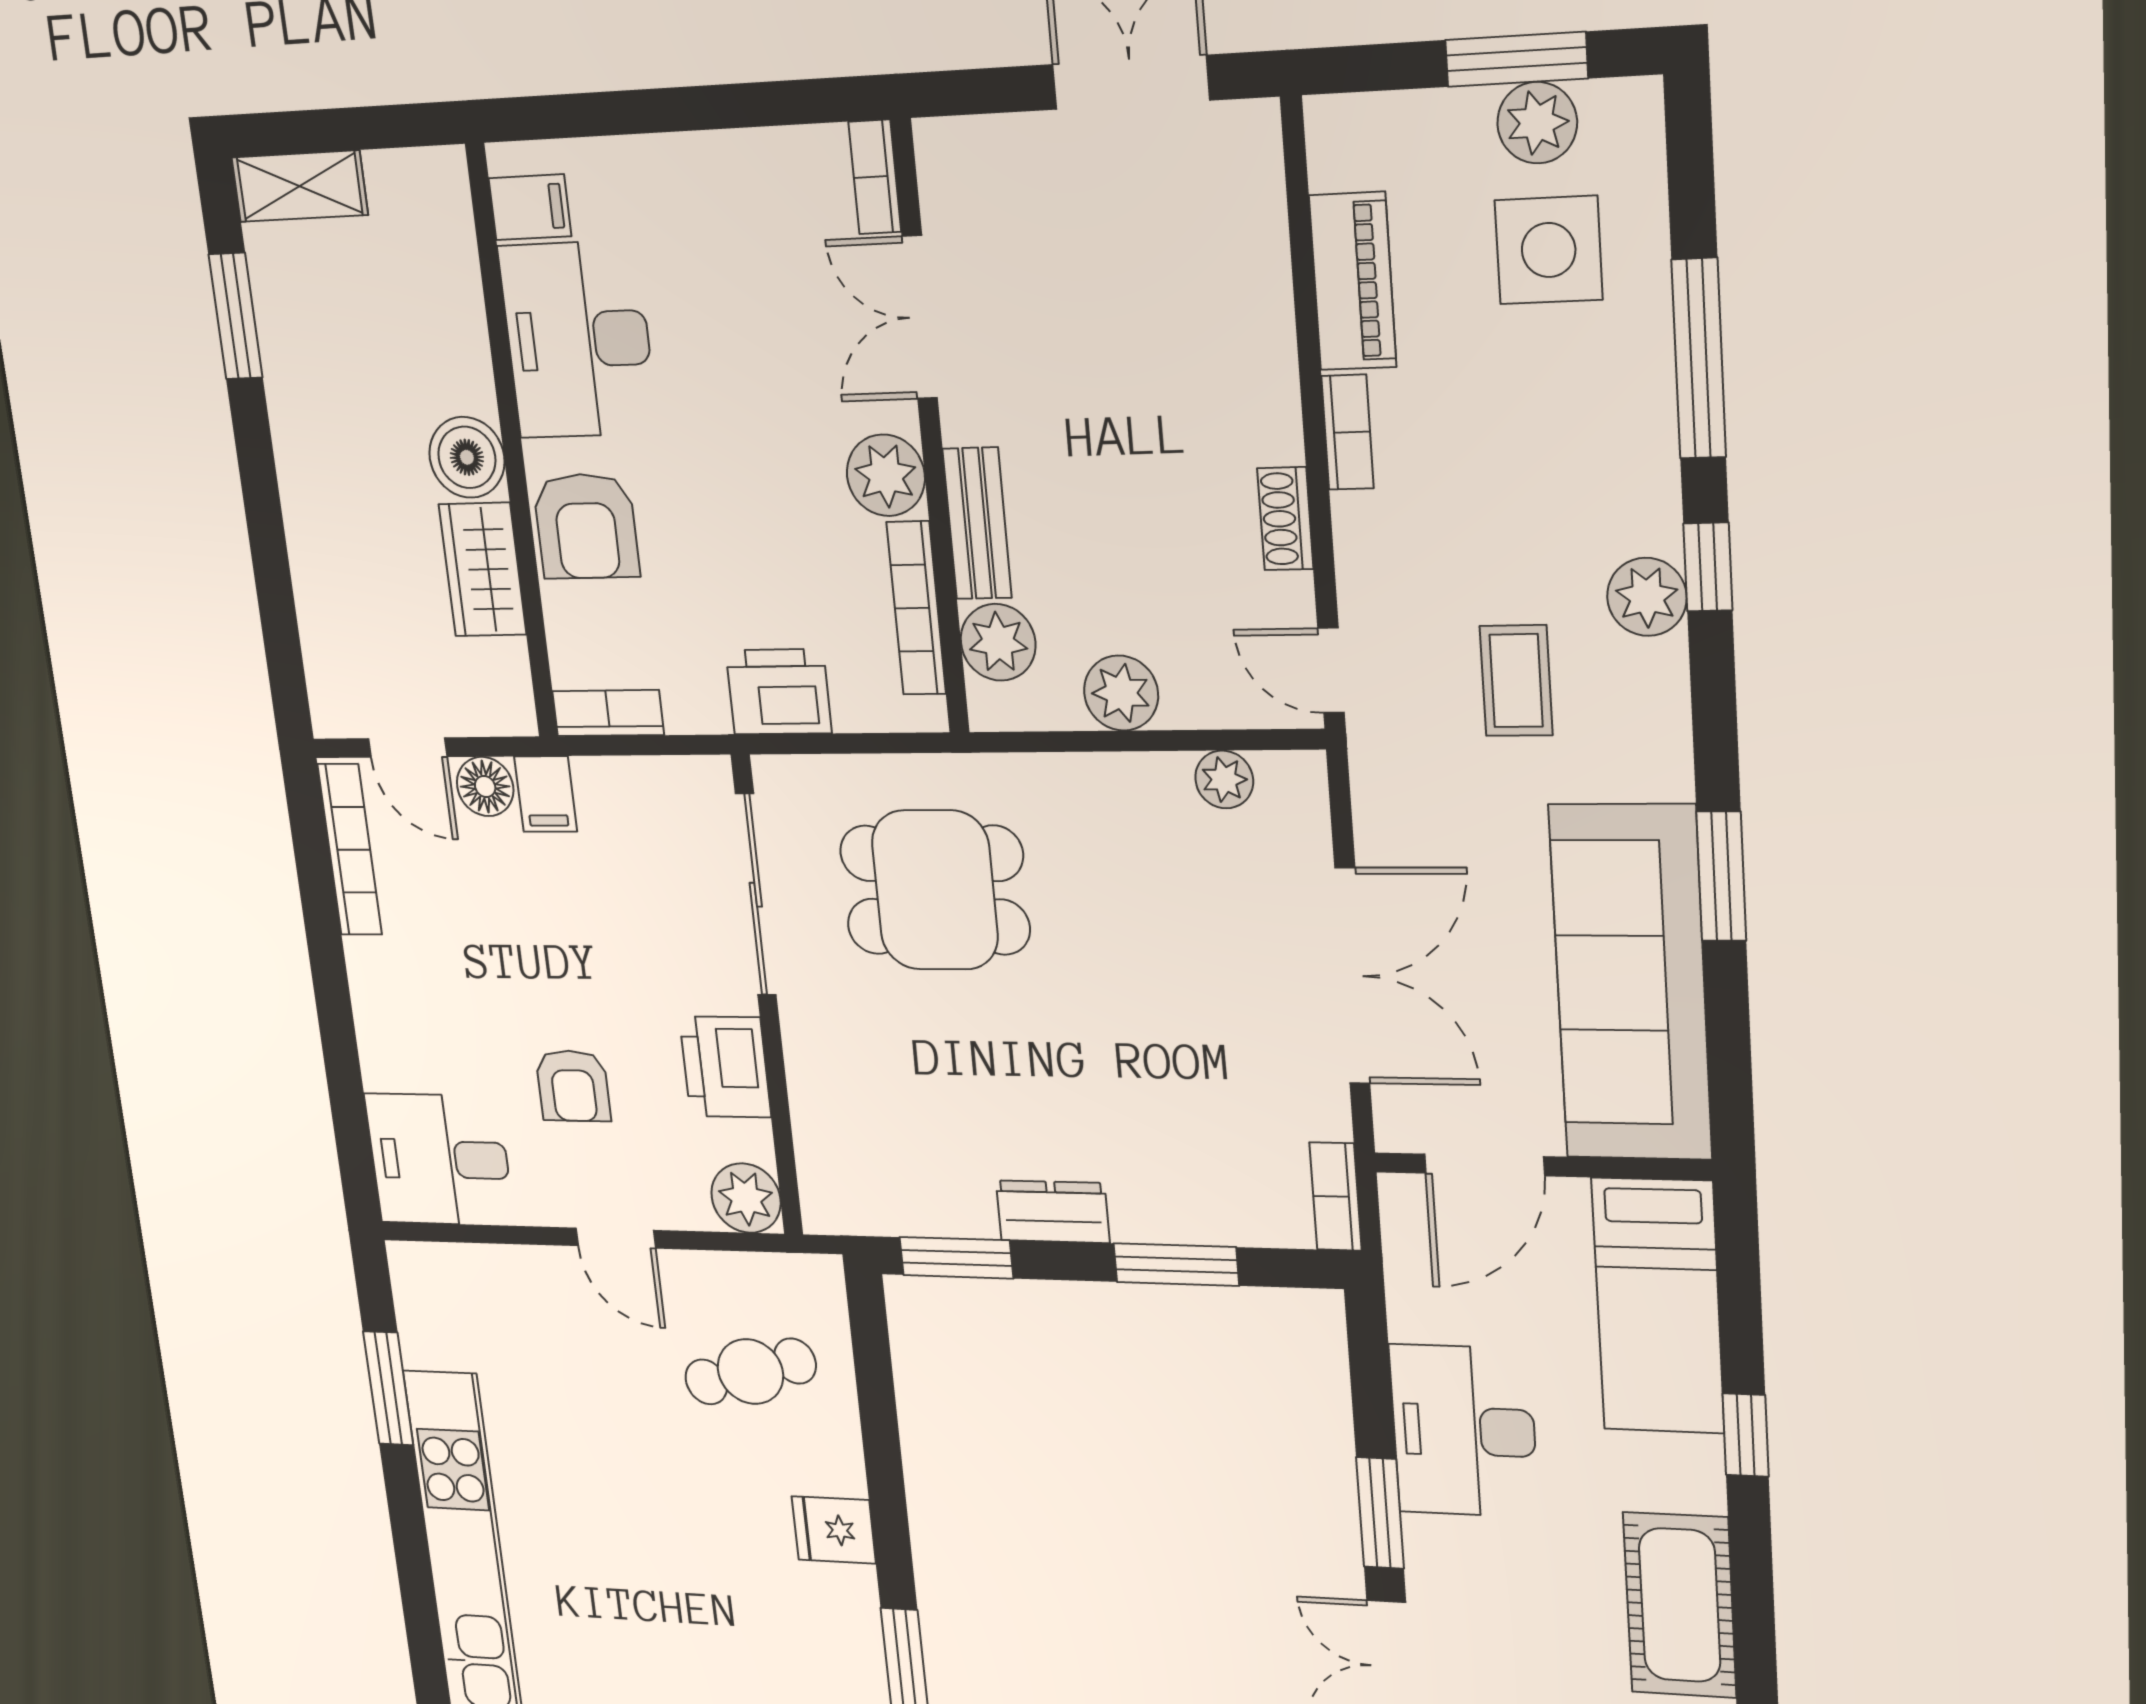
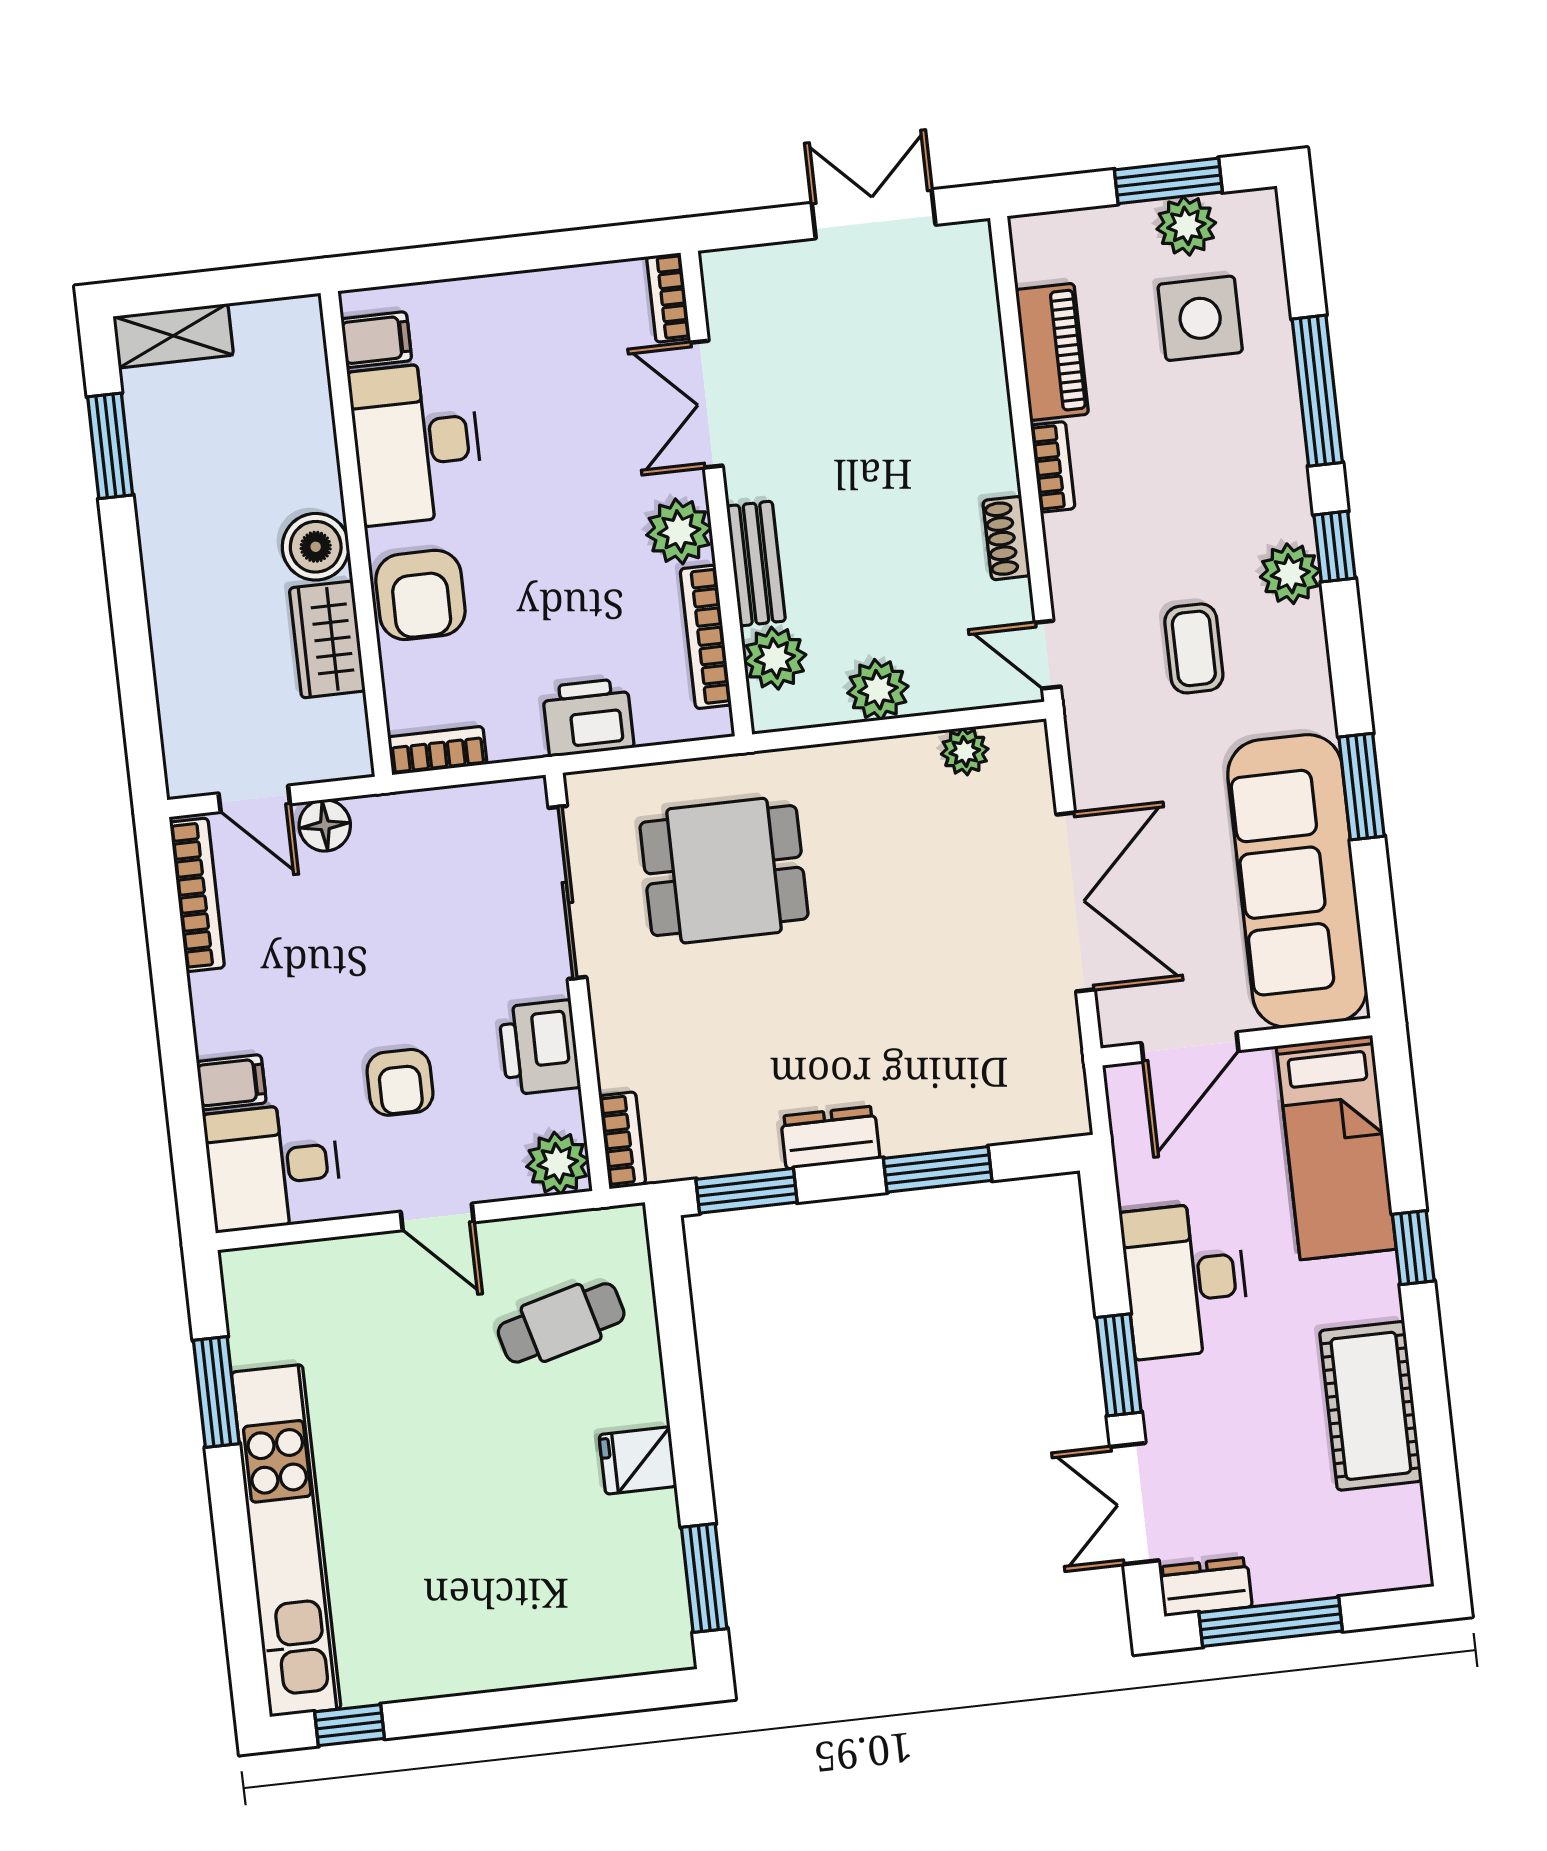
filing cabinet: (546, 794) -> (231, 1082), moved, turned -90
bookcase: (1336, 1197) -> (622, 1140), moved, turned 180

